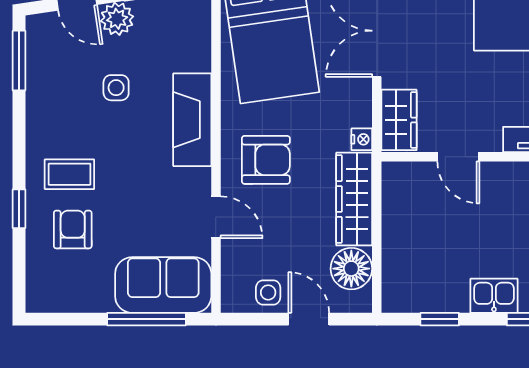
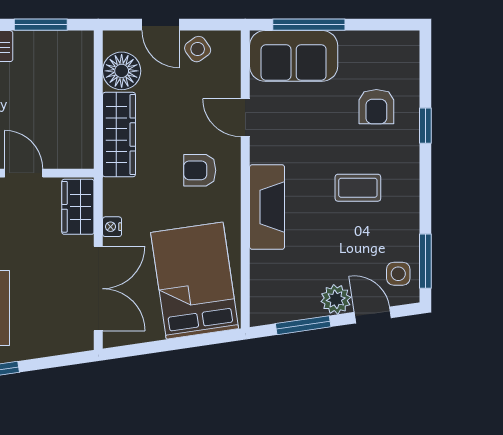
side table: (116, 88) -> (398, 274), moved
nightstand: (362, 139) -> (112, 227), moved
armchair: (266, 160) -> (200, 170), width x0.72, depth x0.72
coffee table: (69, 174) -> (358, 188), moved
side table: (268, 292) -> (198, 49), turned -36
window: (440, 319) -> (41, 25), width x1.50

